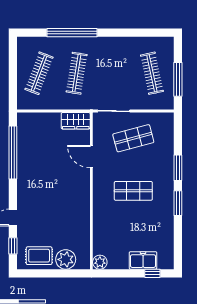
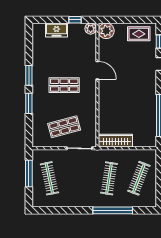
wardrobe: (76, 121) -> (115, 141), width x1.50
door: (91, 157) -> (97, 70), moved
plant: (66, 259) -> (106, 31), moved
window: (152, 273) -> (75, 20), moved

